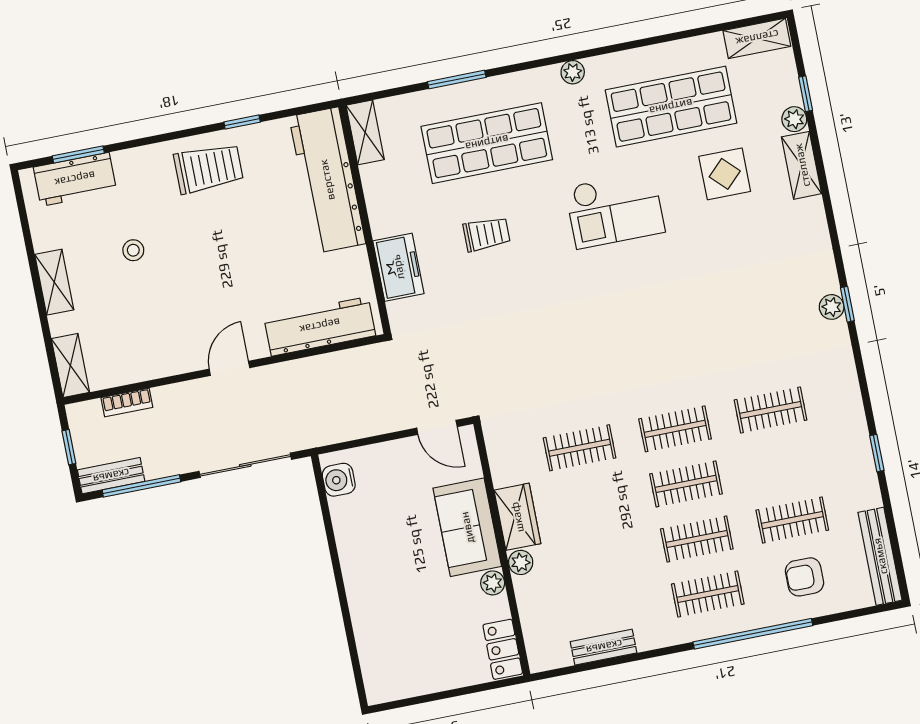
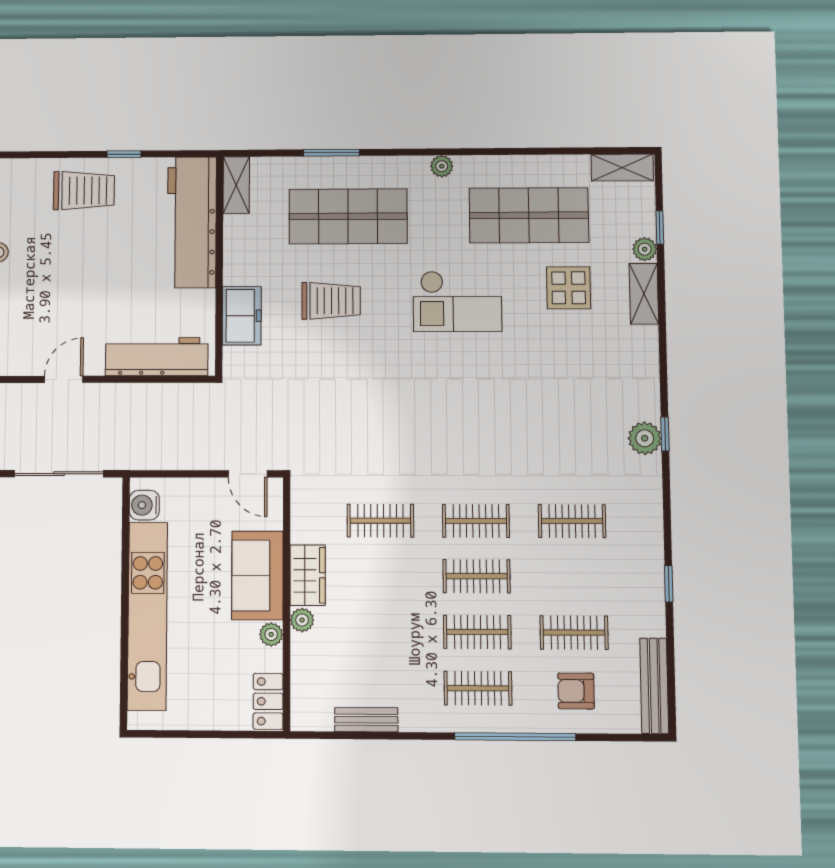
trolley: (487, 234) -> (331, 301), width x1.36, depth x1.39
plant: (832, 307) -> (645, 438), width x1.38, depth x1.38
kitchen unit: (365, 590) -> (147, 616), added

